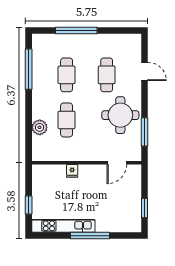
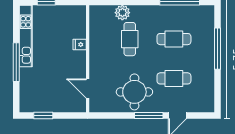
cafe table: (67, 120) -> (130, 39), turned 90
window: (144, 132) -> (149, 116), moved

